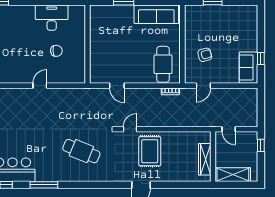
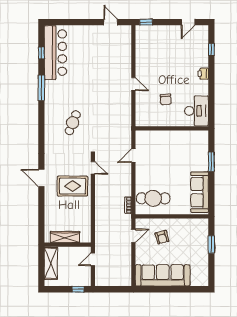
printer: (29, 10) -> (203, 74), added
desk: (52, 18) -> (196, 111), moved
window: (261, 58) -> (159, 289), removed
sofa: (249, 68) -> (163, 275), width x1.85, depth x1.27
door: (203, 86) -> (133, 236), swing flipped
cafe table: (81, 151) -> (73, 123), width x0.73, depth x0.74

